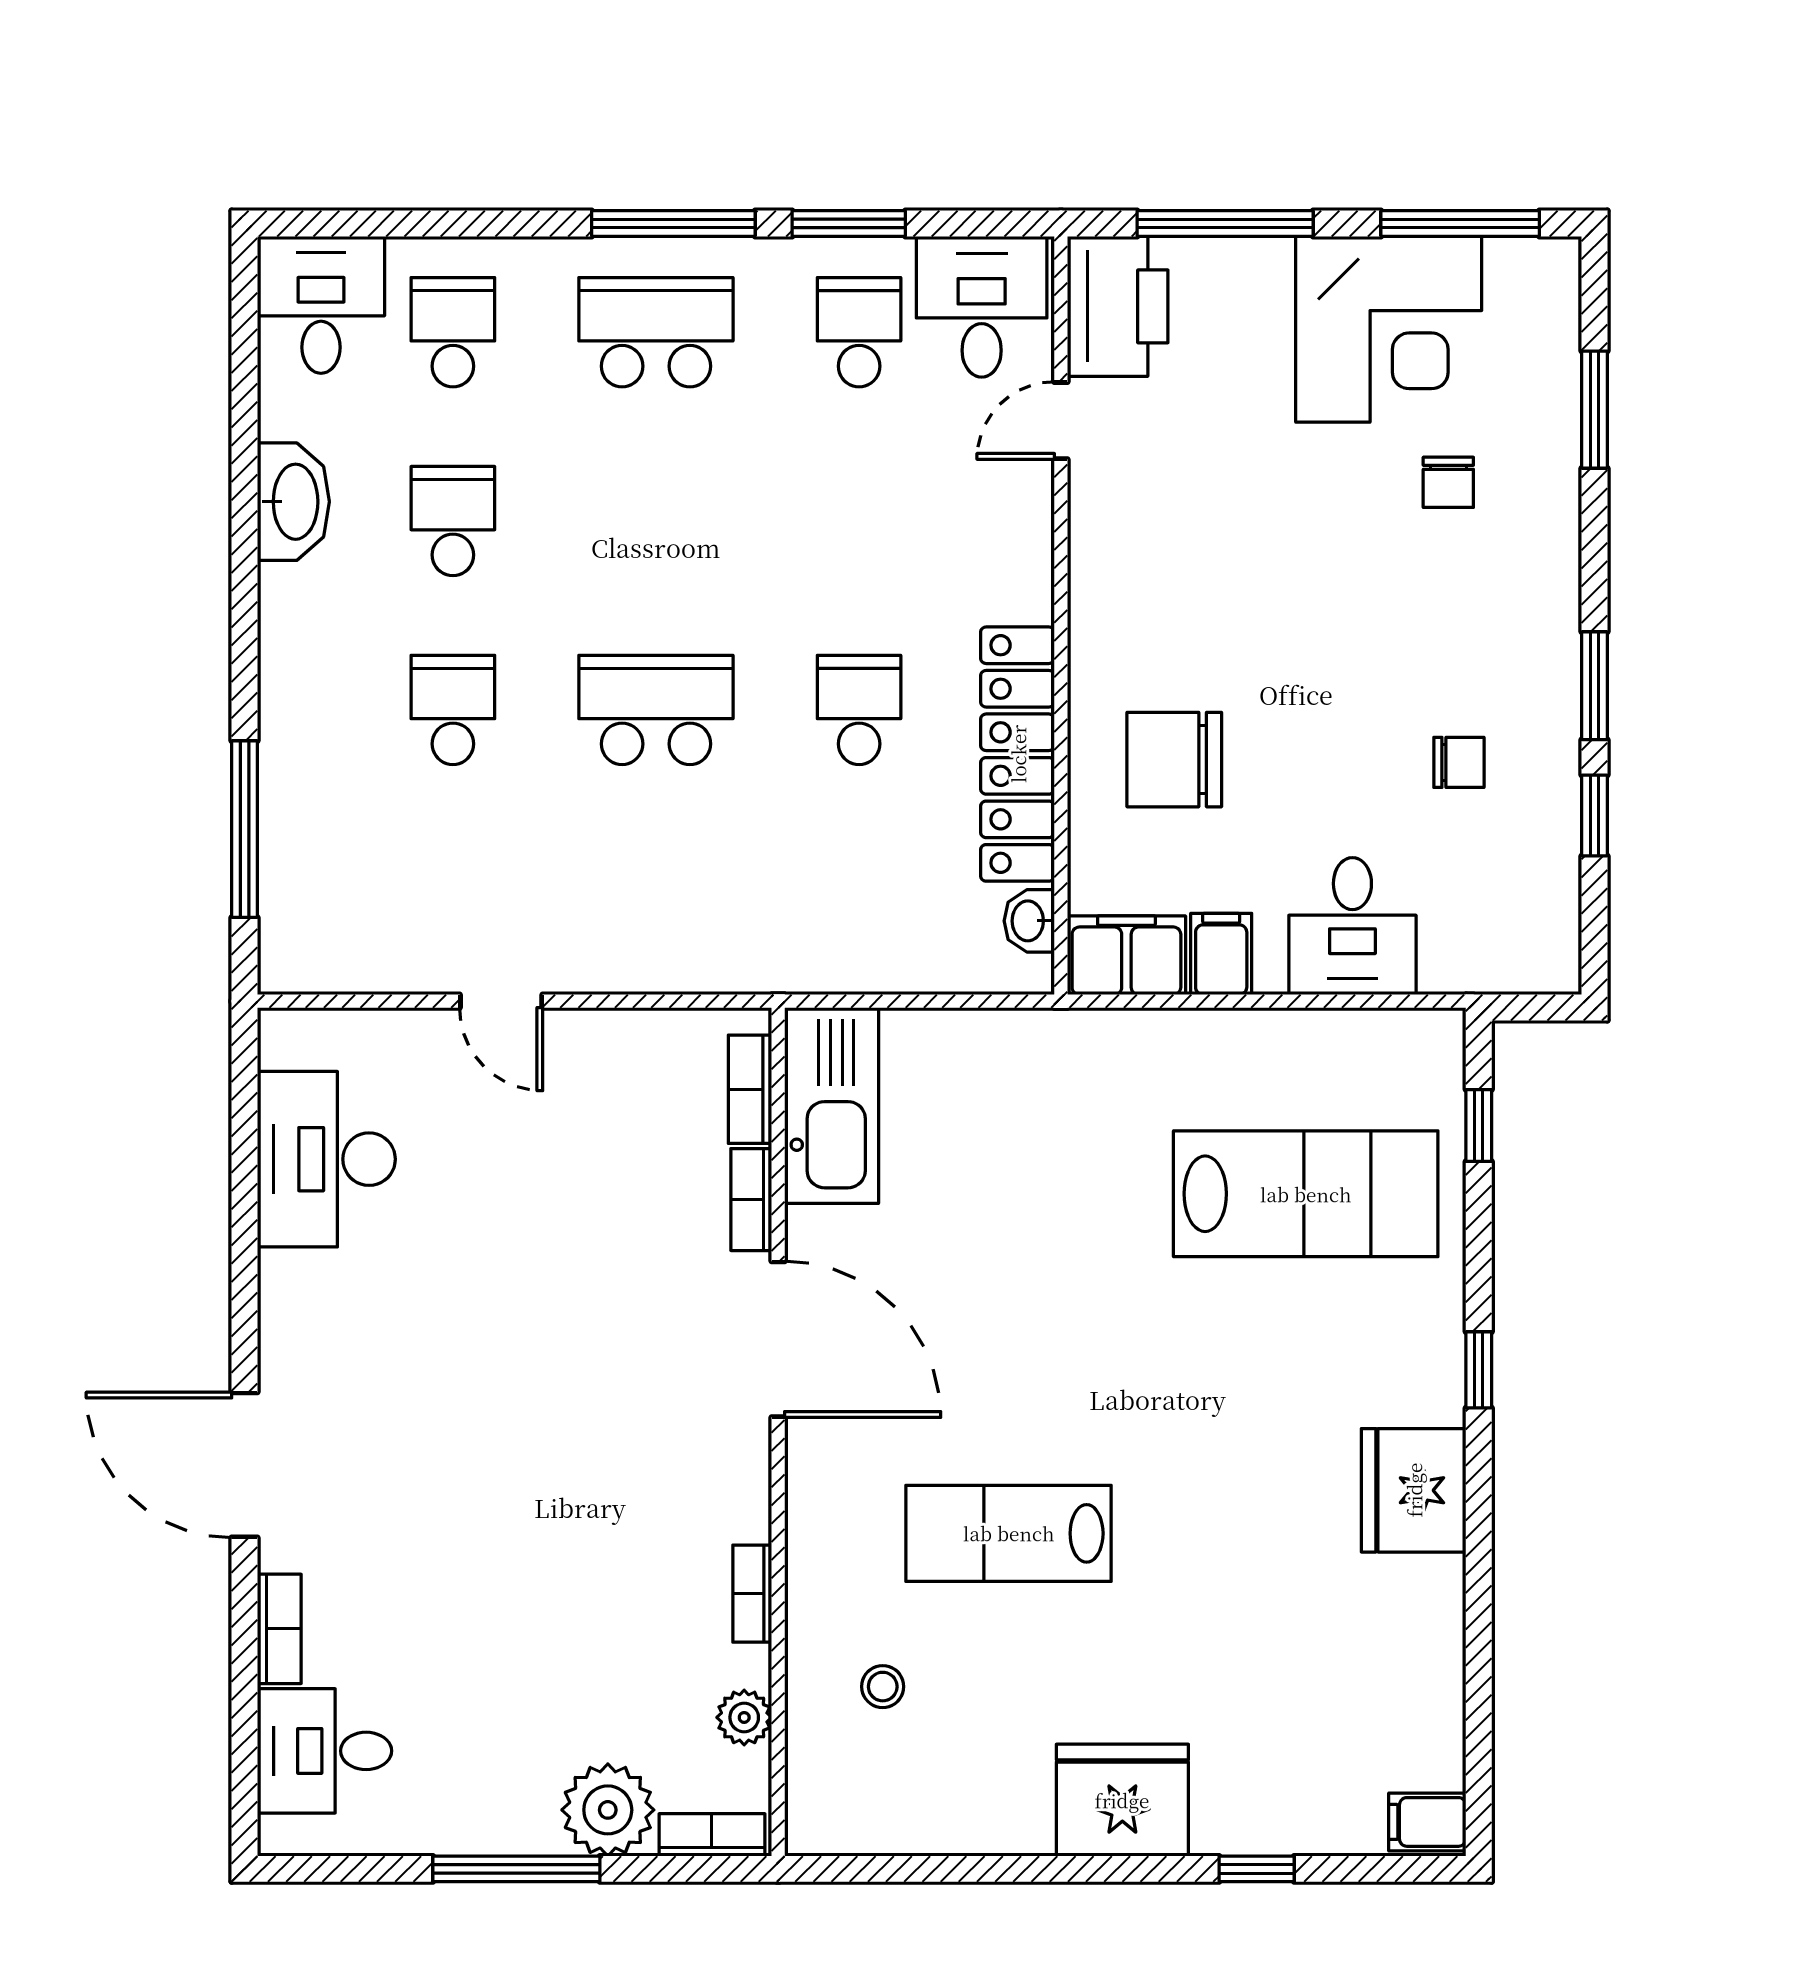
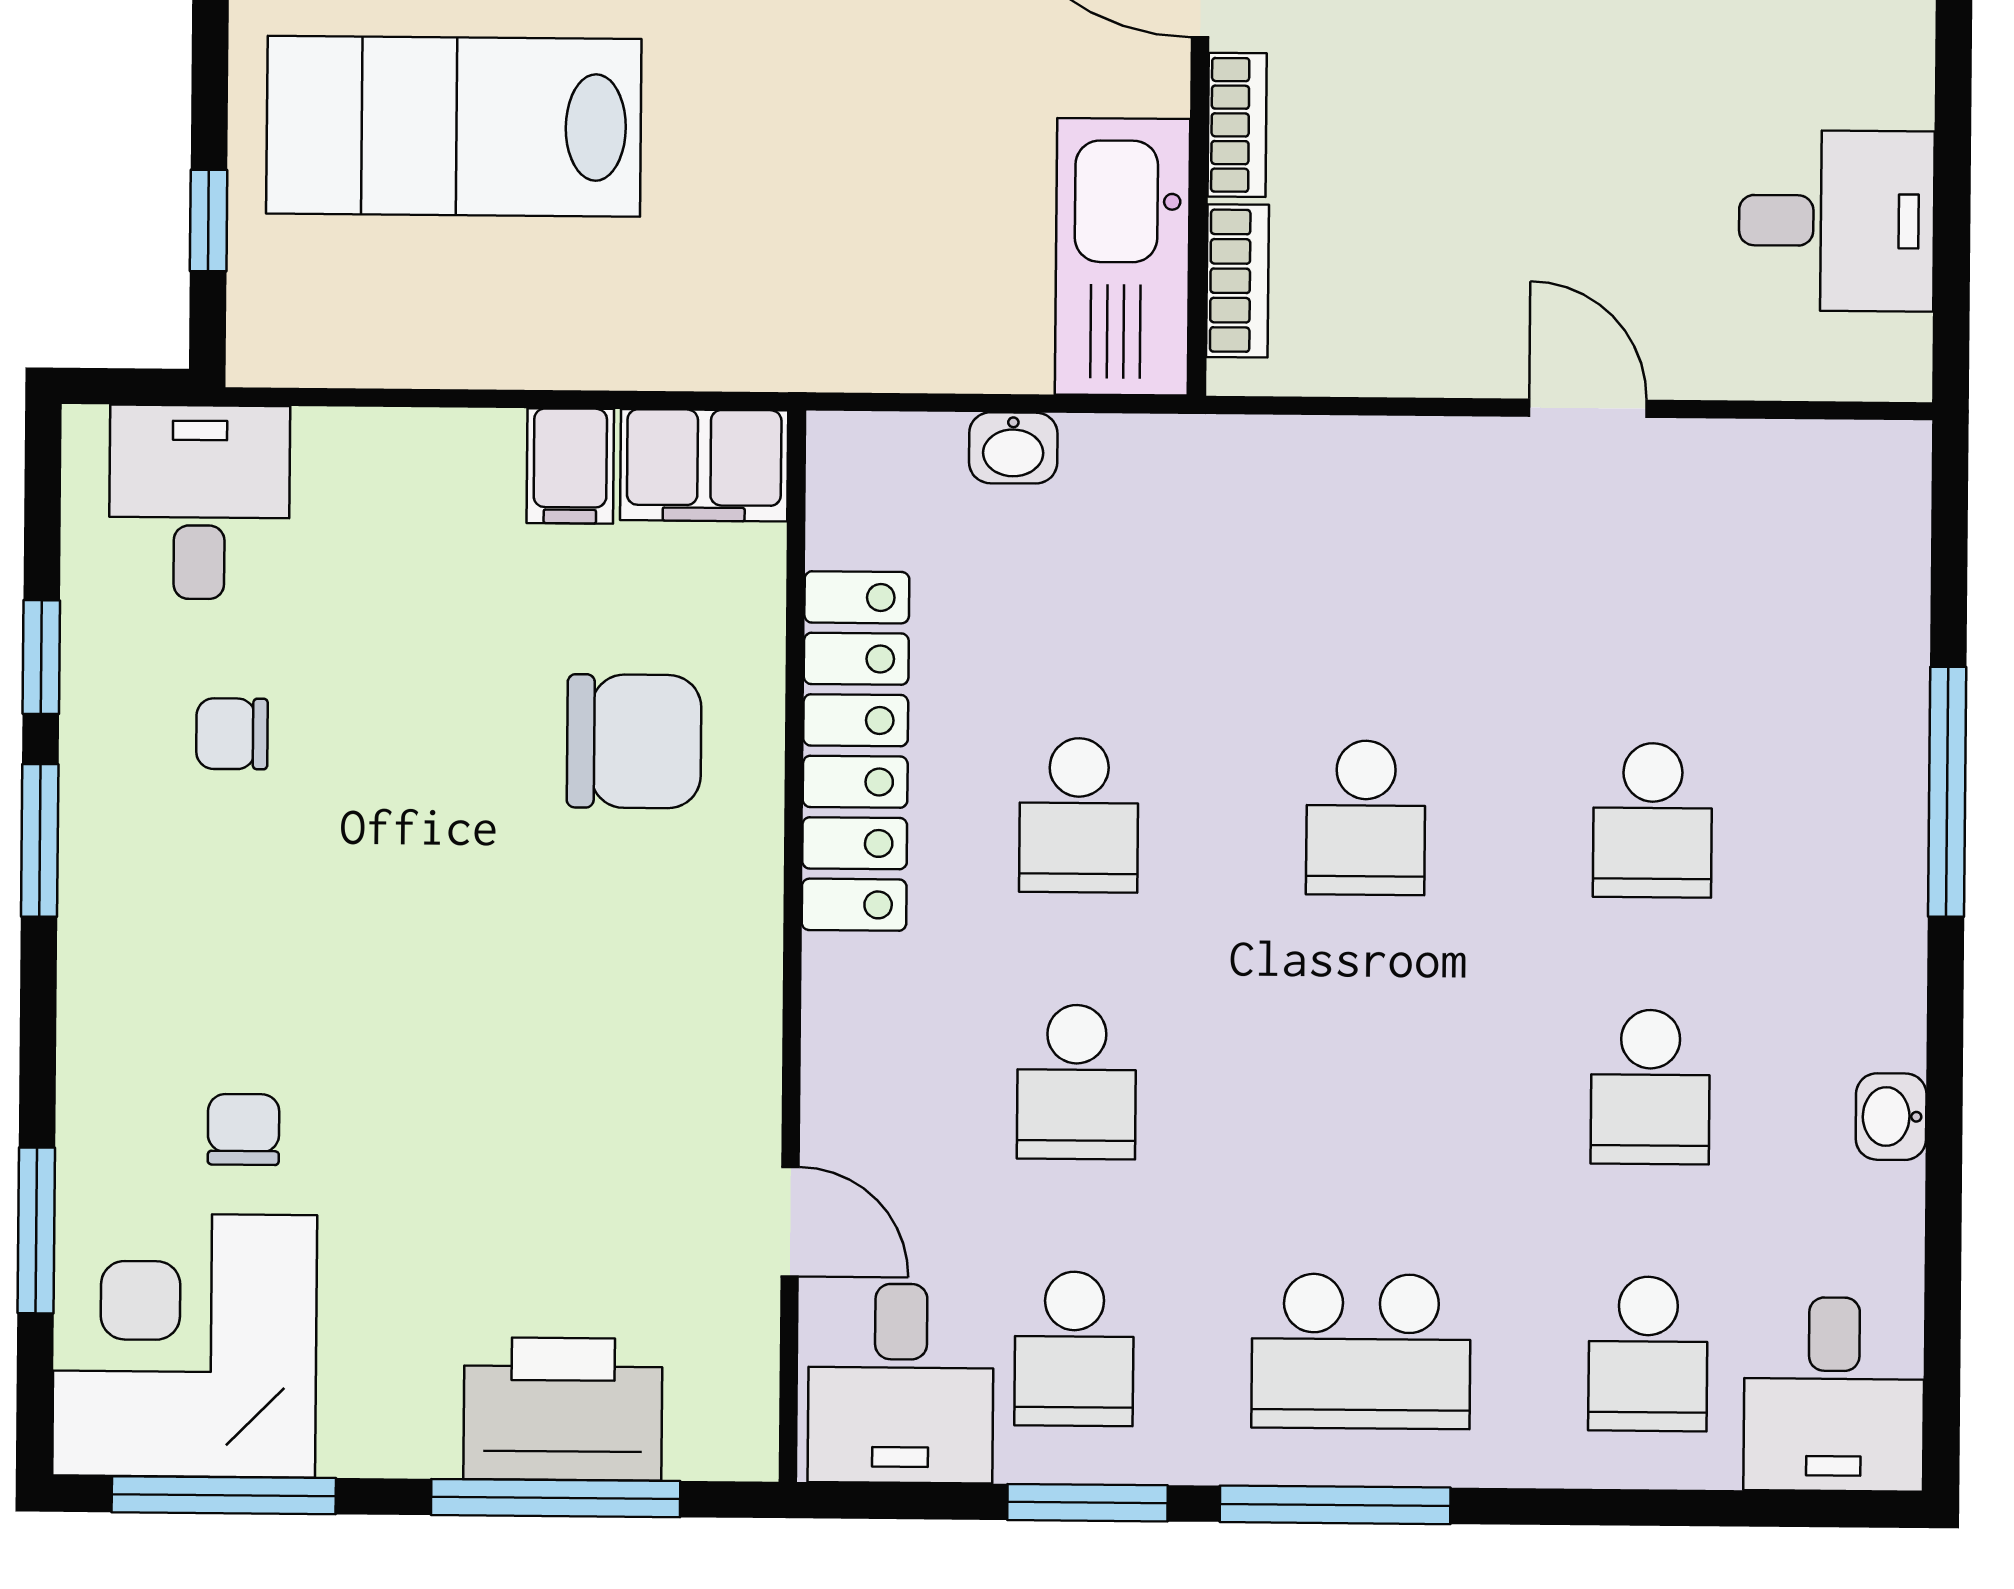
printer: (1118, 306) -> (563, 1409), moved, turned 90
corner desk: (1389, 329) -> (185, 1345), moved
door: (1061, 421) -> (790, 1222), hinge flipped
washbasin: (293, 502) -> (1891, 1117), width x0.52, depth x0.69
school desk: (859, 521) -> (1076, 1082), added
school desk: (656, 710) -> (1366, 818), width x0.54
window: (245, 829) -> (1947, 792), moved
washbasin: (1029, 921) -> (1013, 448), moved, turned 90
desk: (1352, 926) -> (199, 502), moved
desk: (326, 1159) -> (1837, 221), width x0.73

